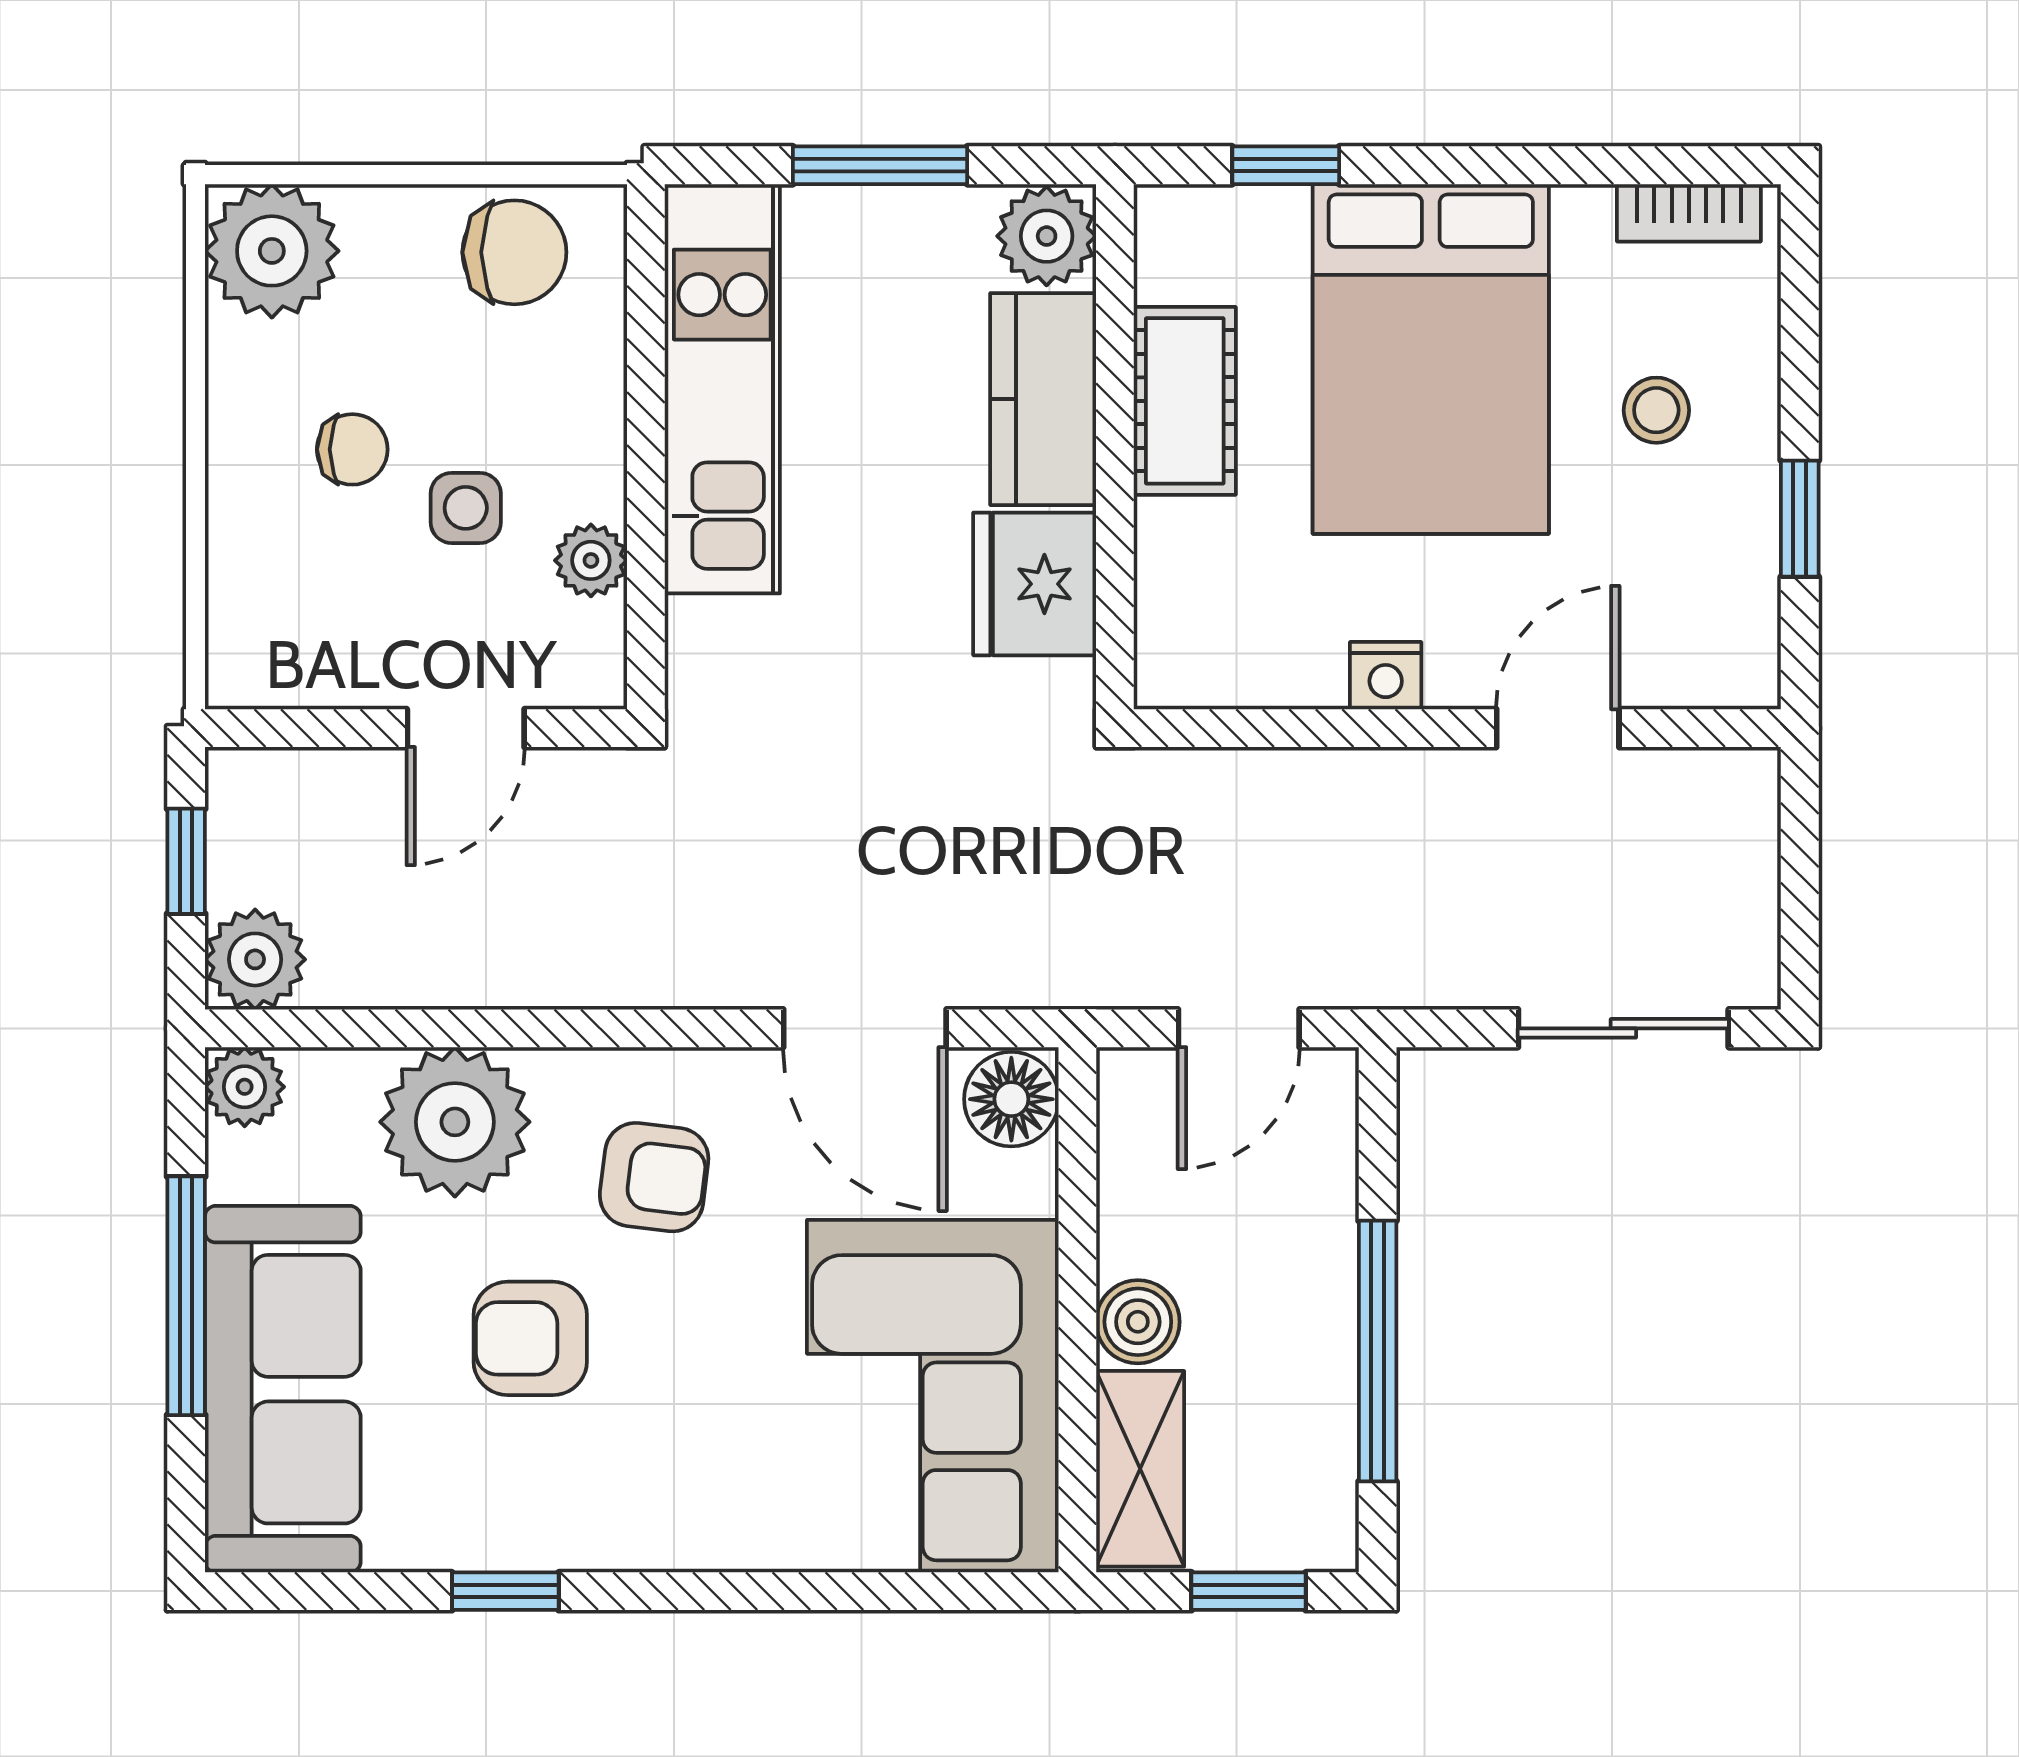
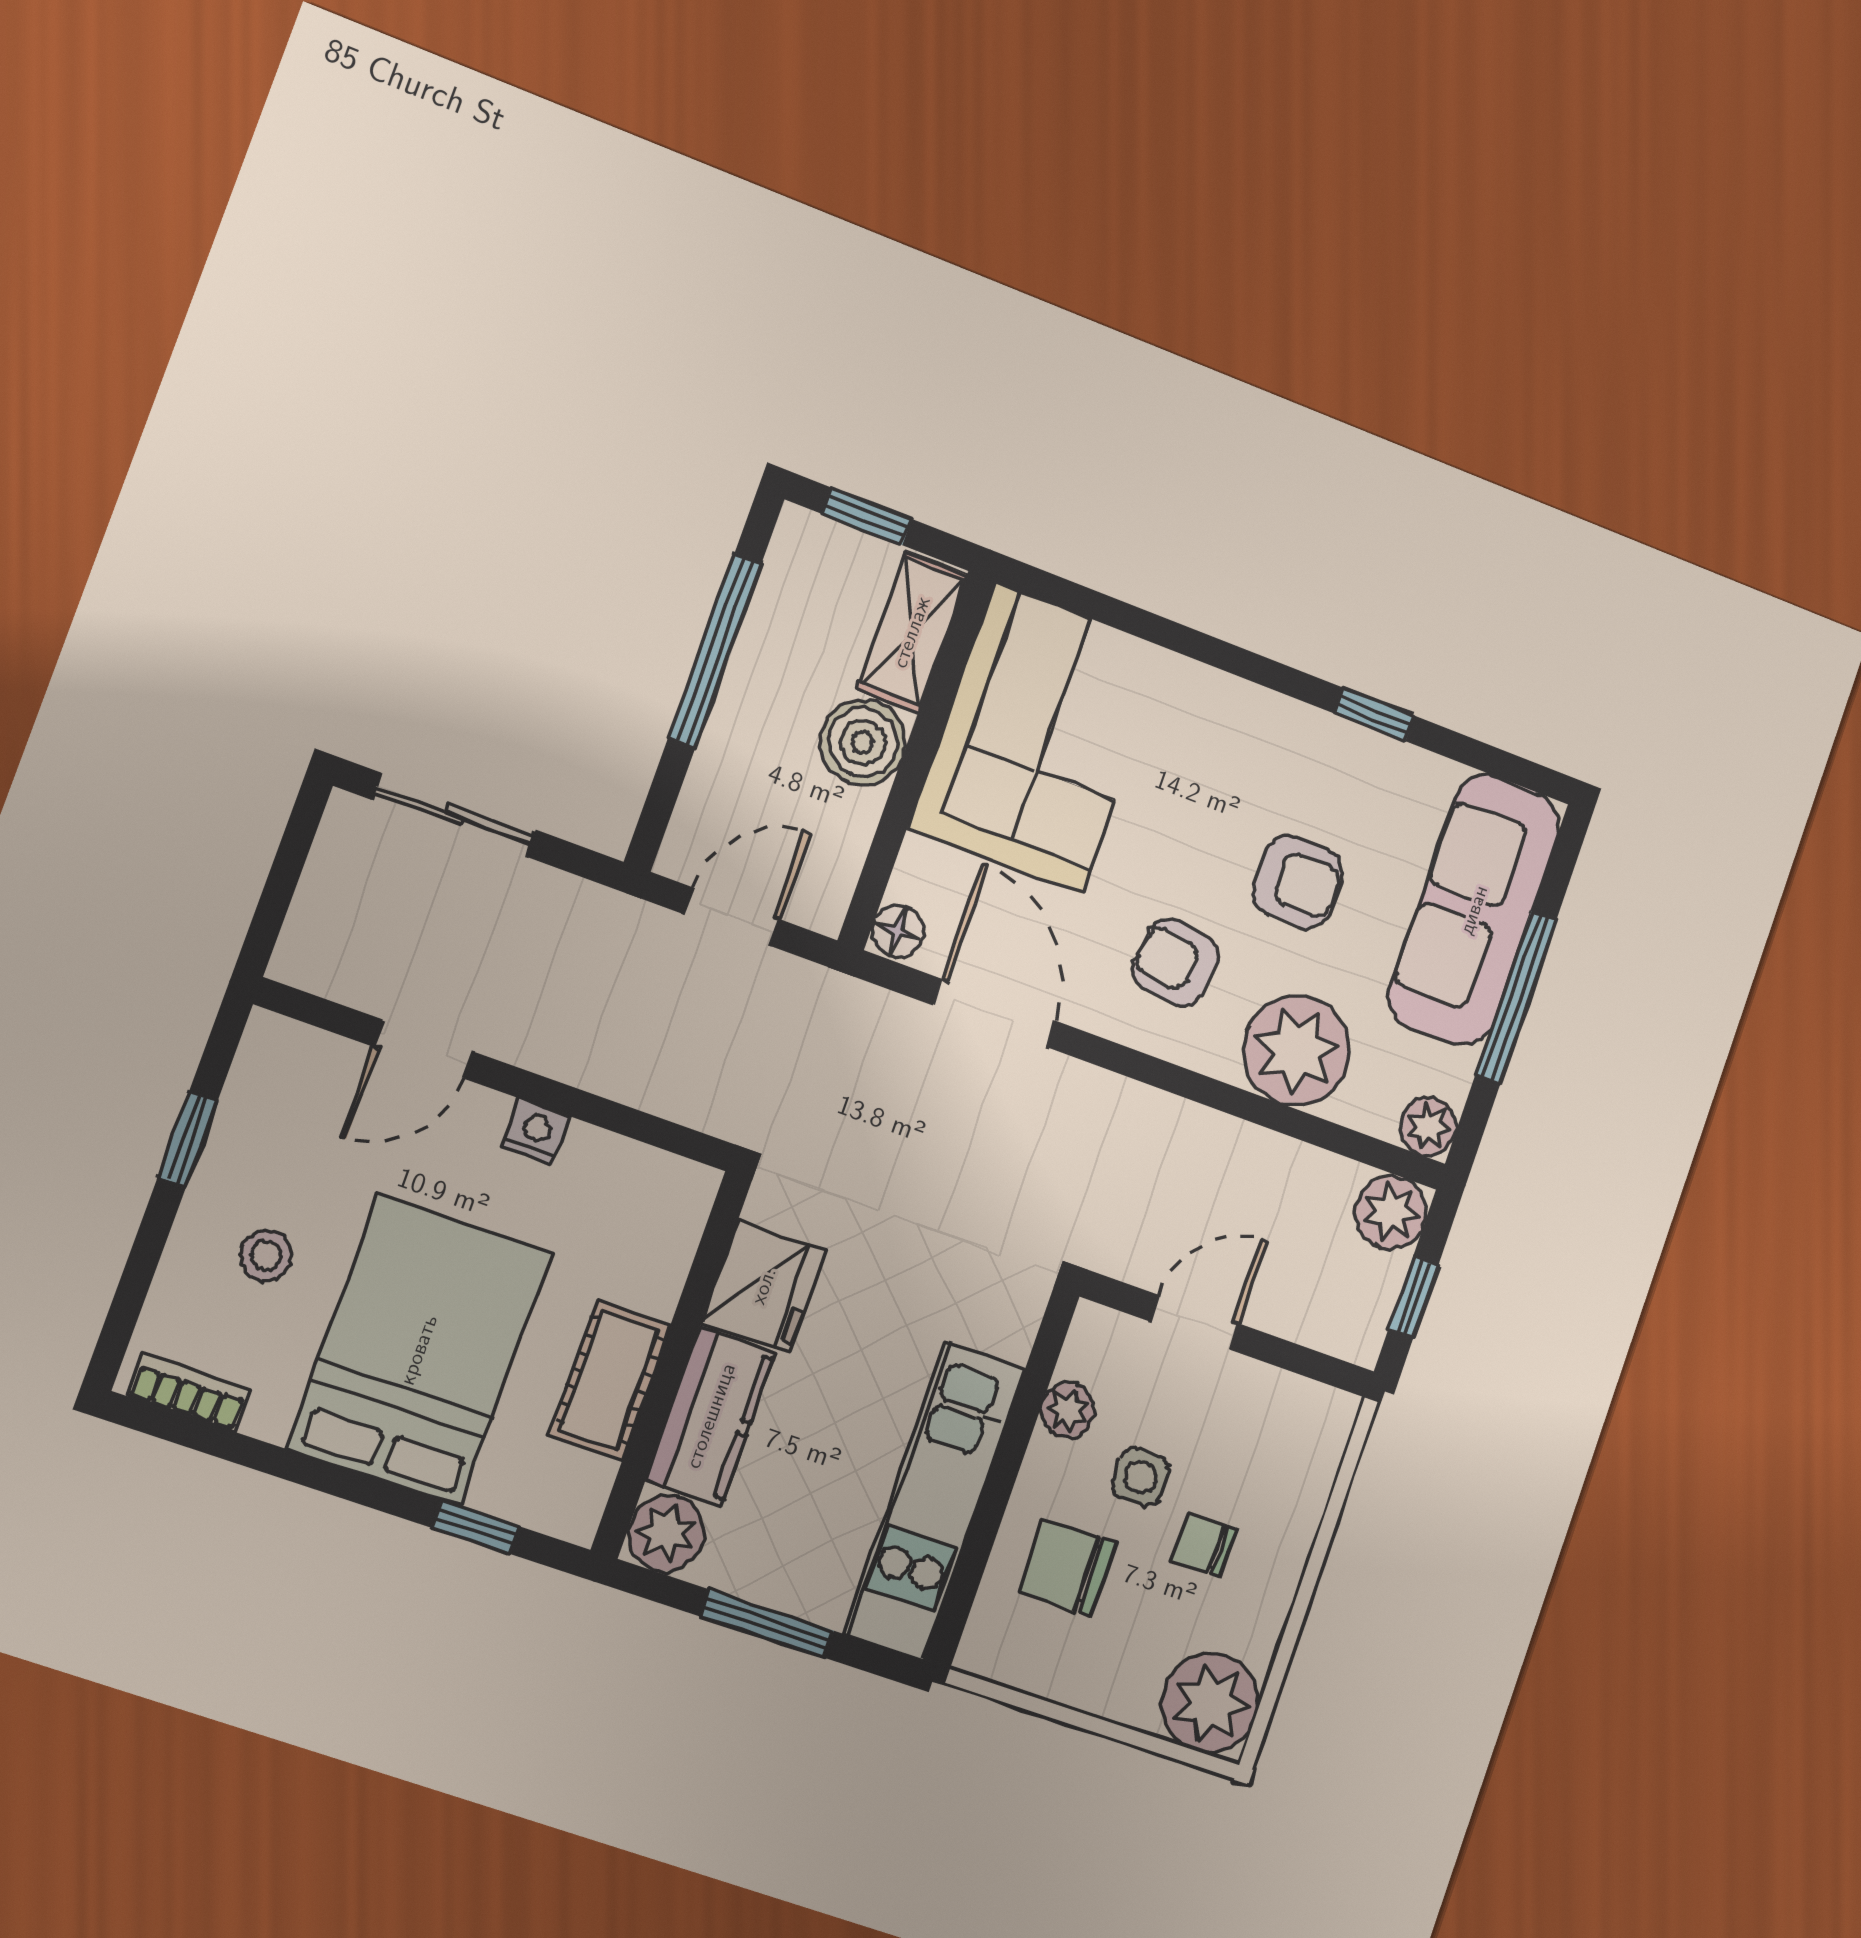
chair: (514, 252) -> (1067, 1568), moved
floor lamp: (1011, 1099) -> (898, 931), width x0.73, depth x0.73
boiler: (1138, 1322) -> (863, 742), width x1.36, depth x1.36

